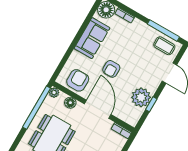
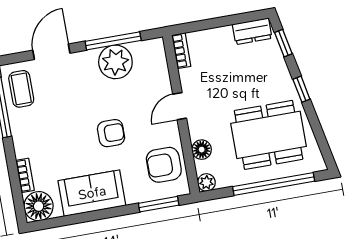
window: (62, 63) -> (159, 204), added
window: (151, 104) -> (113, 41), width x2.17
window: (37, 108) -> (274, 184), moved
door: (98, 109) -> (180, 106), width x0.53

